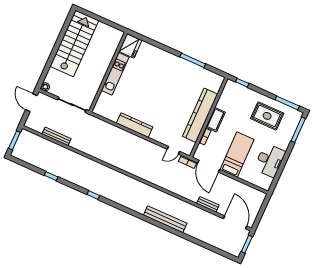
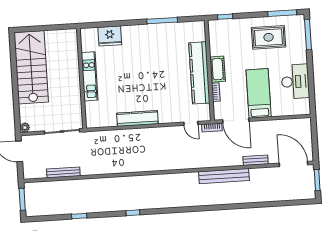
fridge: (130, 46) -> (110, 36), moved, turned 90
door: (173, 150) -> (191, 123), hinge flipped
bench: (165, 219) -> (224, 176), moved

